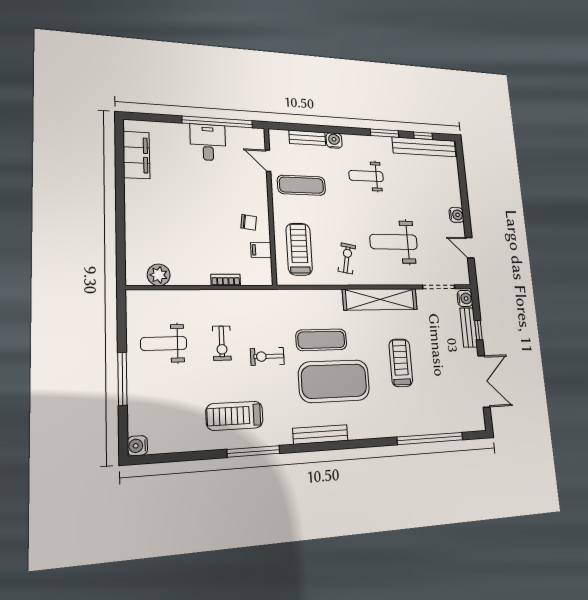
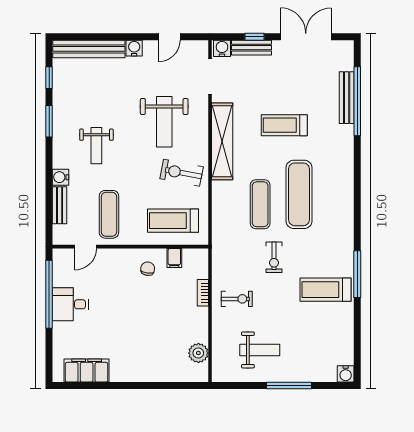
bench: (424, 147) -> (89, 49), moved, turned 90
exercise bike: (347, 258) -> (182, 173), width x1.38, depth x1.39
exercise bike: (222, 343) -> (237, 299), moved
weight bench: (164, 344) -> (260, 350), turned -90
exercise mat: (334, 381) -> (299, 194), width x0.68
treadmill: (235, 416) -> (325, 290), turned 90
bench: (320, 435) -> (347, 98), moved

